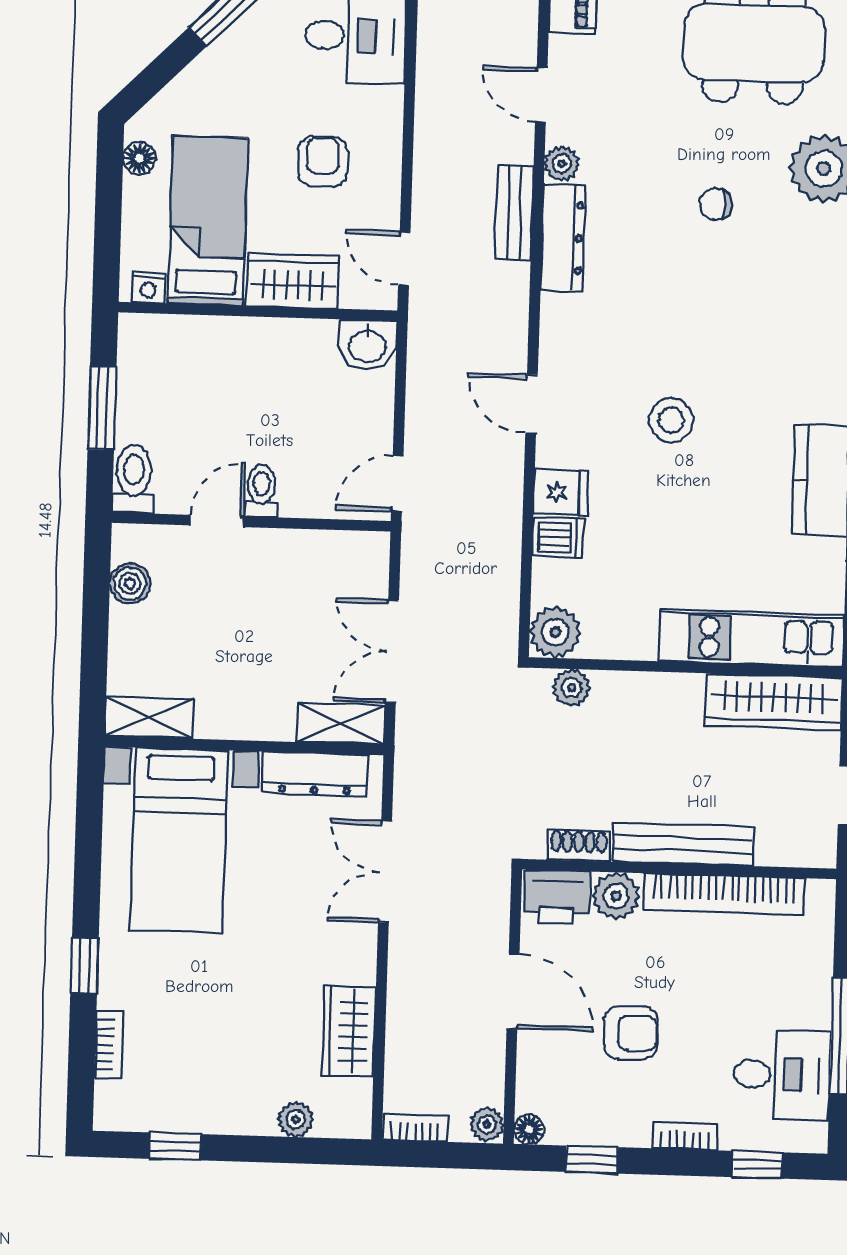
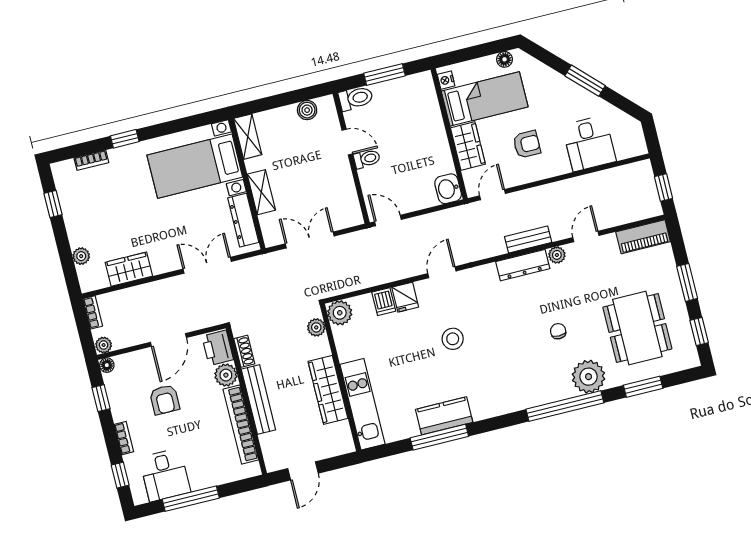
wardrobe: (774, 702) -> (328, 390), moved
shelving: (341, 724) -> (261, 192), moved

